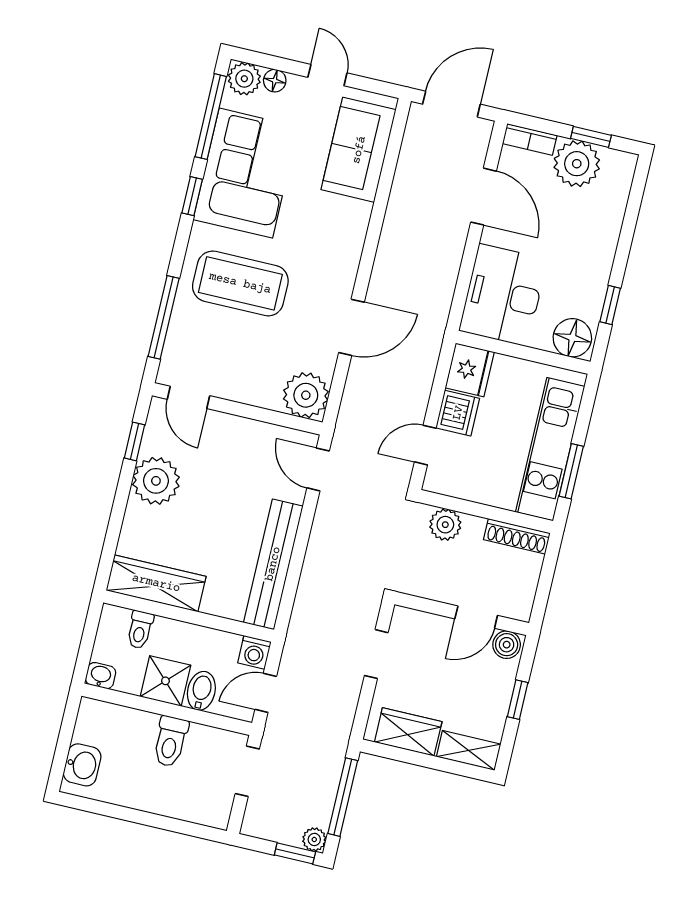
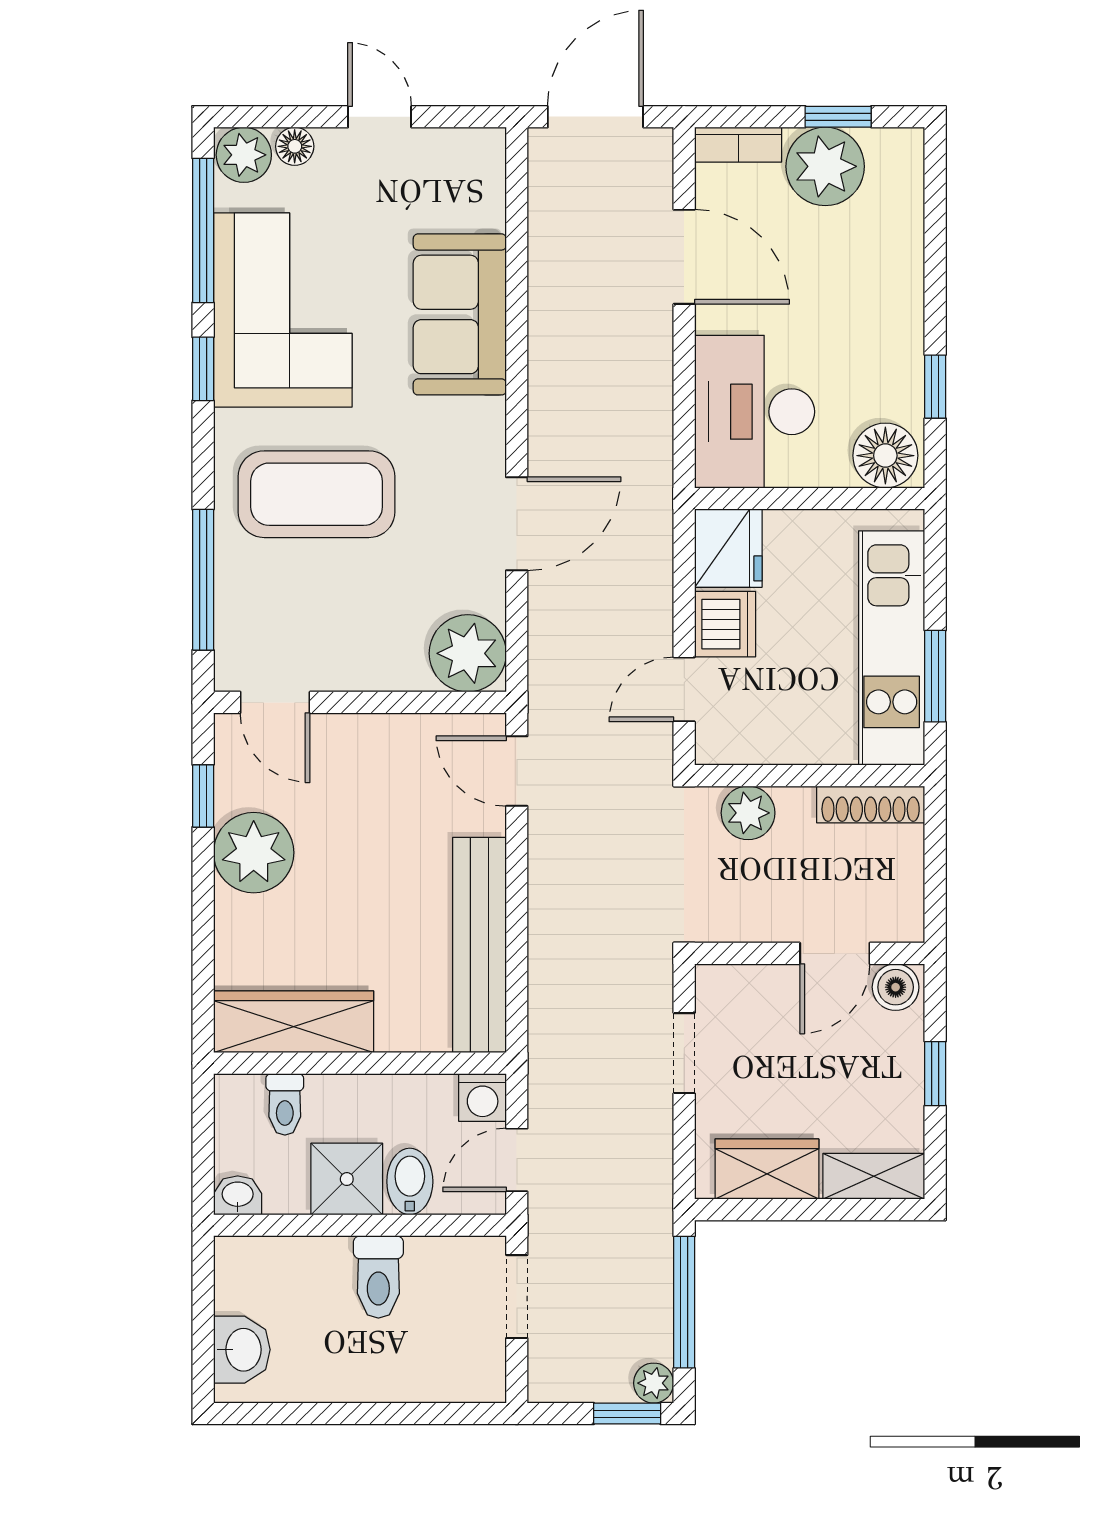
sofa: (359, 150) -> (460, 314), moved

